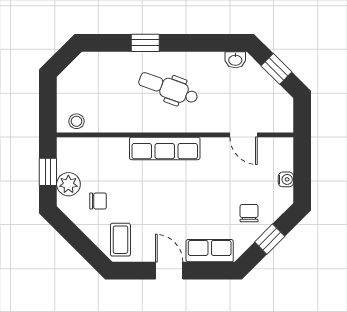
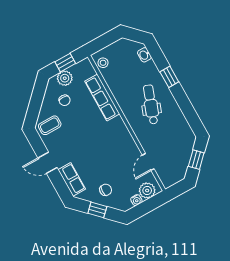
washbasin: (235, 60) -> (144, 55), moved
row of seats: (165, 148) -> (102, 98), moved
plant: (281, 158) -> (147, 190), added
door: (169, 271) -> (48, 163), swing flipped

